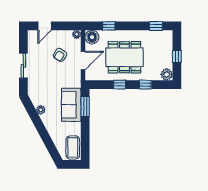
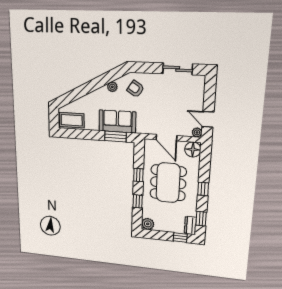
door: (45, 26) -> (208, 119), moved
window: (109, 26) -> (203, 189), moved
dresser: (164, 35) -> (190, 225), added
armchair: (60, 55) -> (136, 89), moved
window: (177, 57) -> (180, 238), moved
sliding door: (23, 66) -> (178, 69), moved

